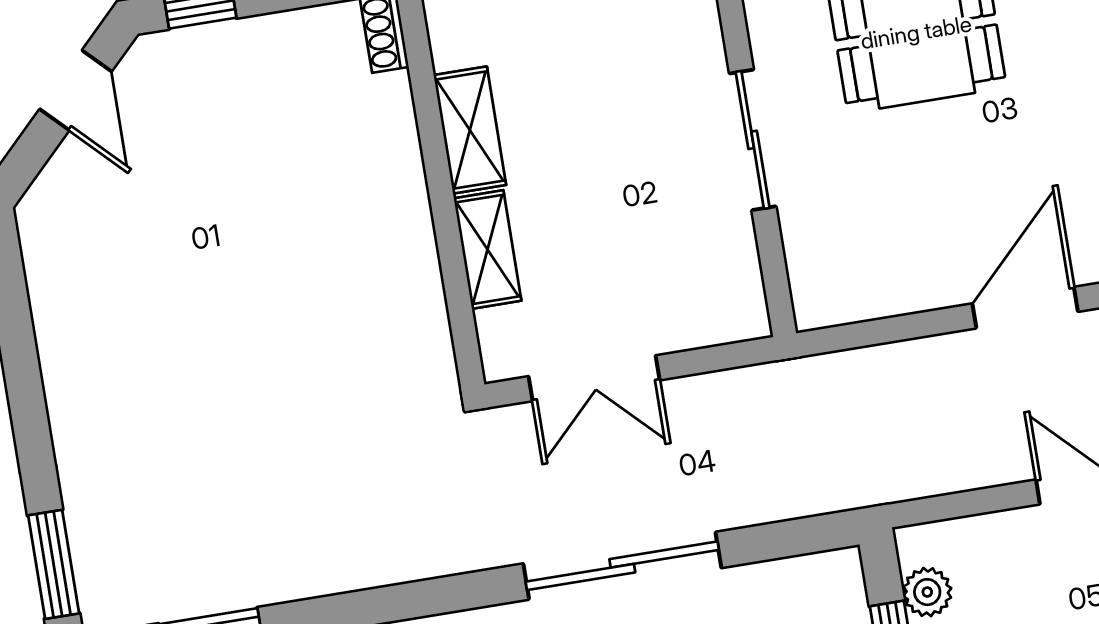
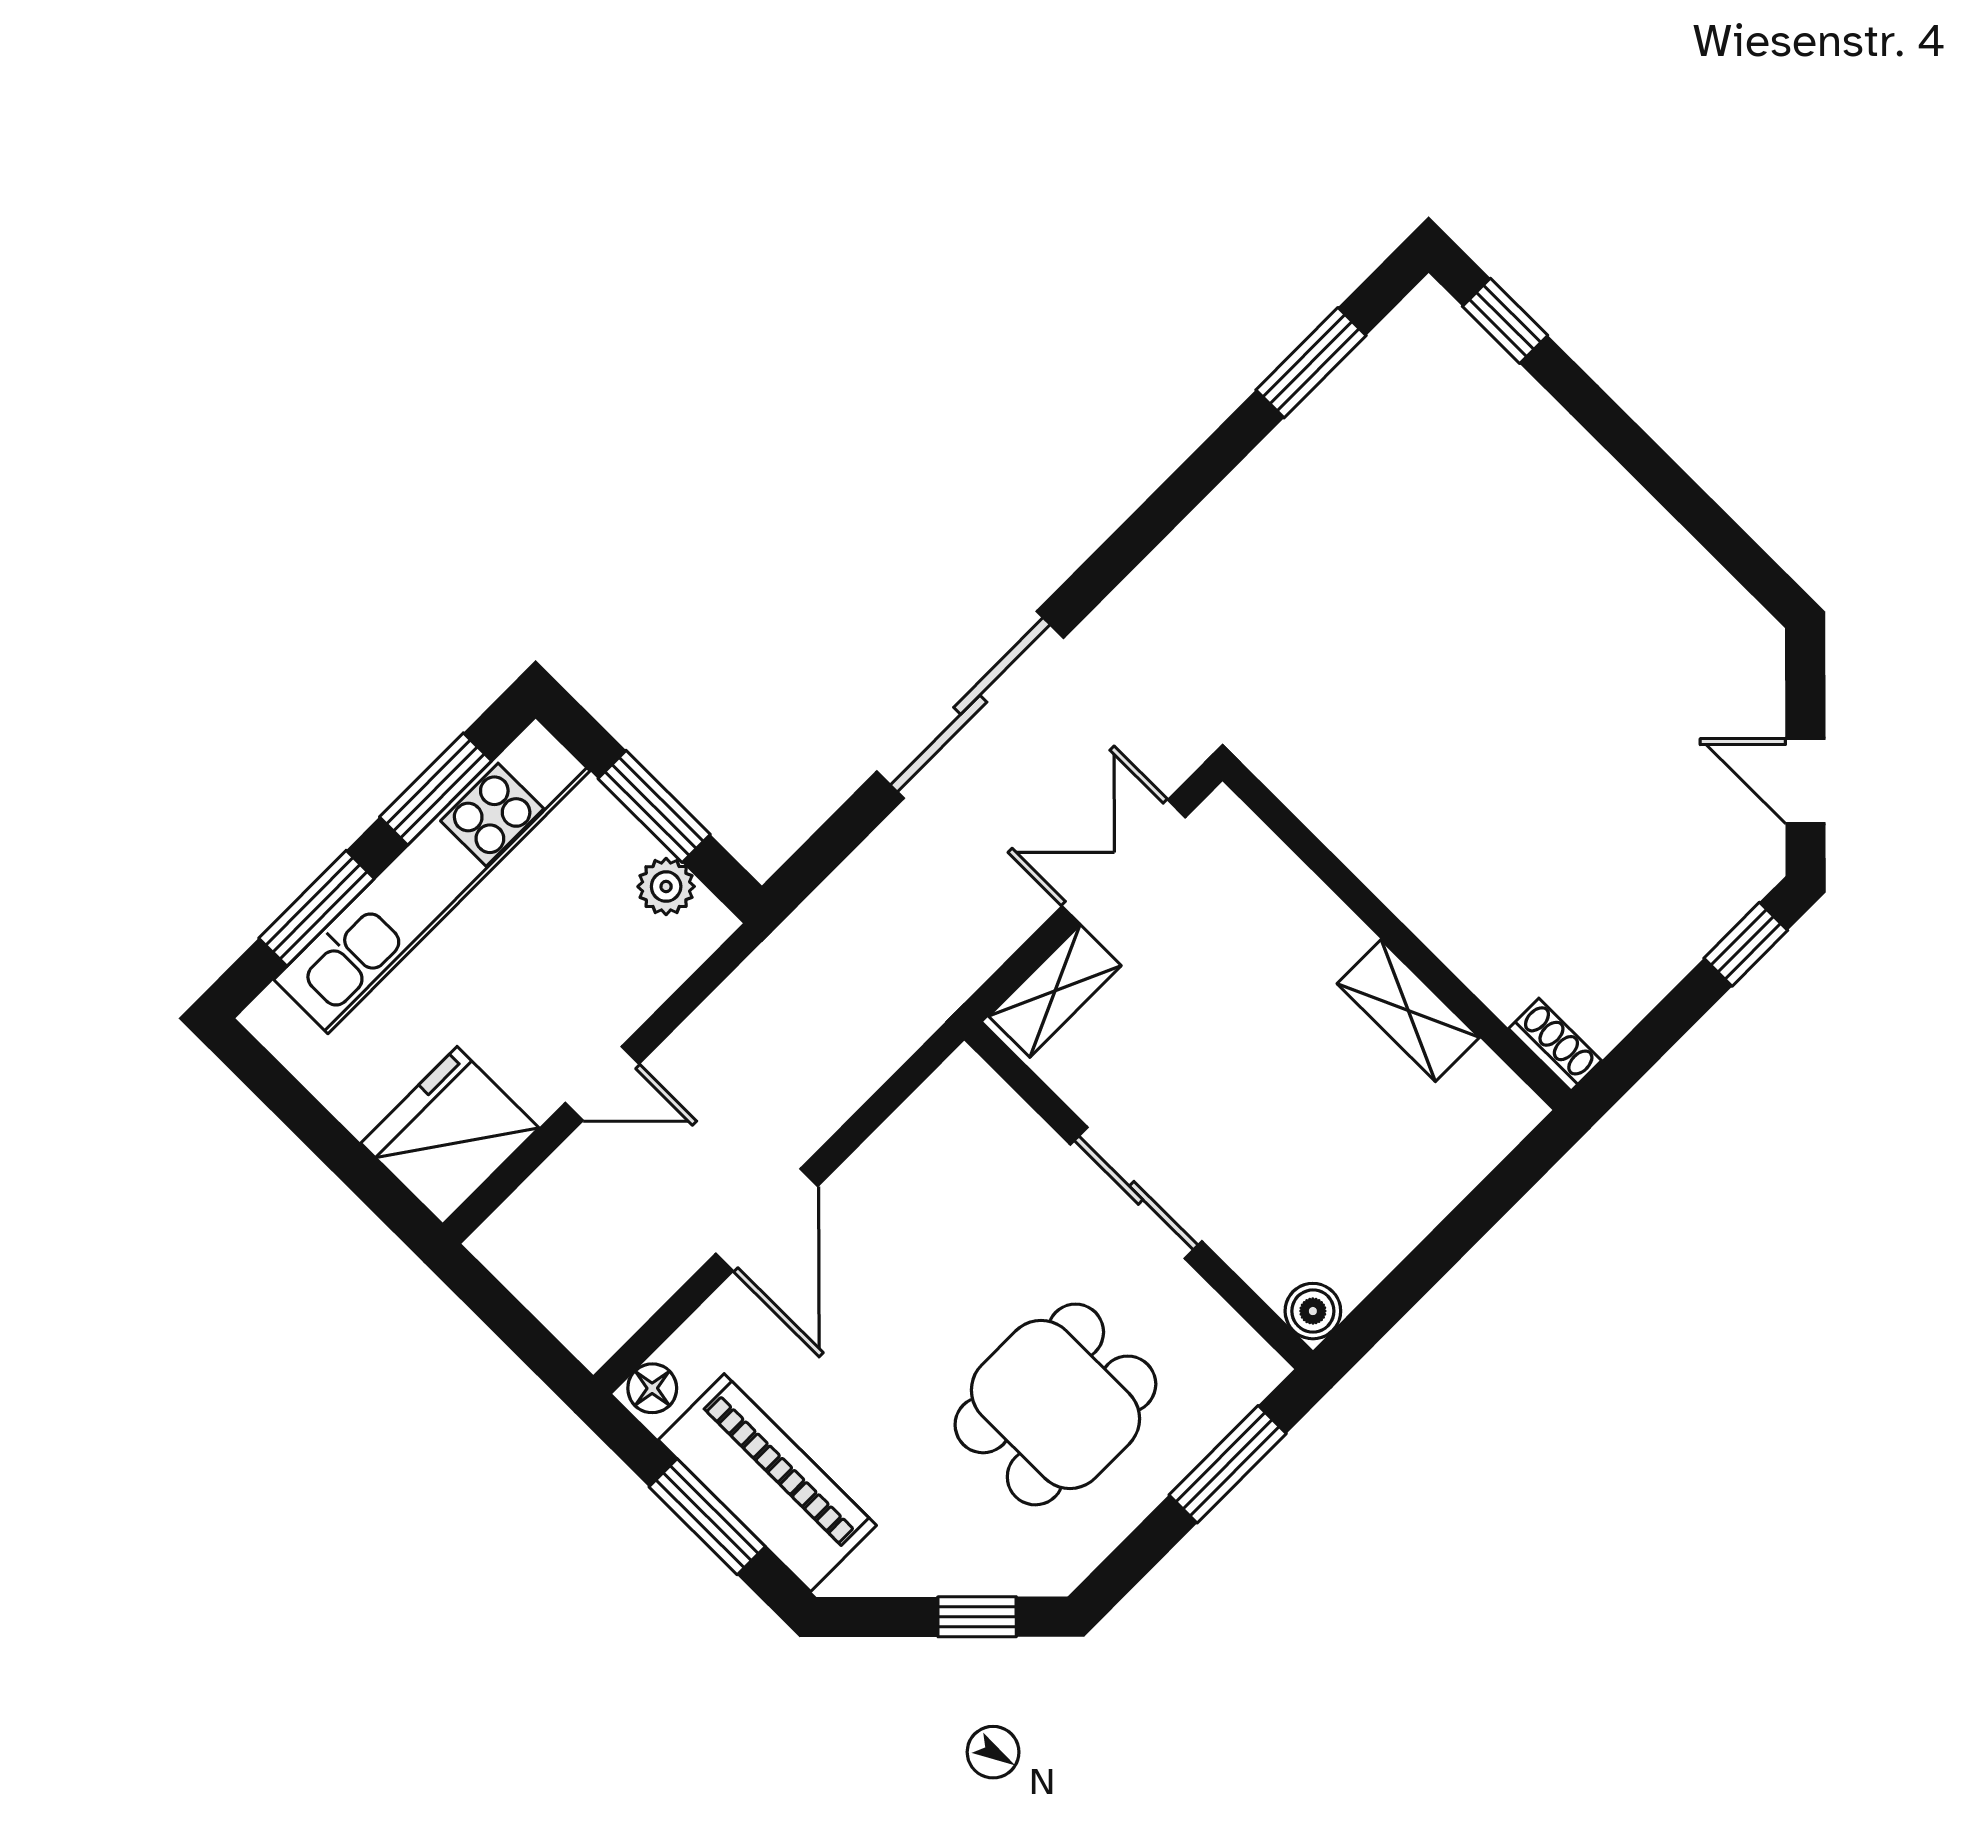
shelving: (488, 249) -> (1055, 991), moved, turned 90
window: (54, 564) -> (1505, 321), width x0.67

